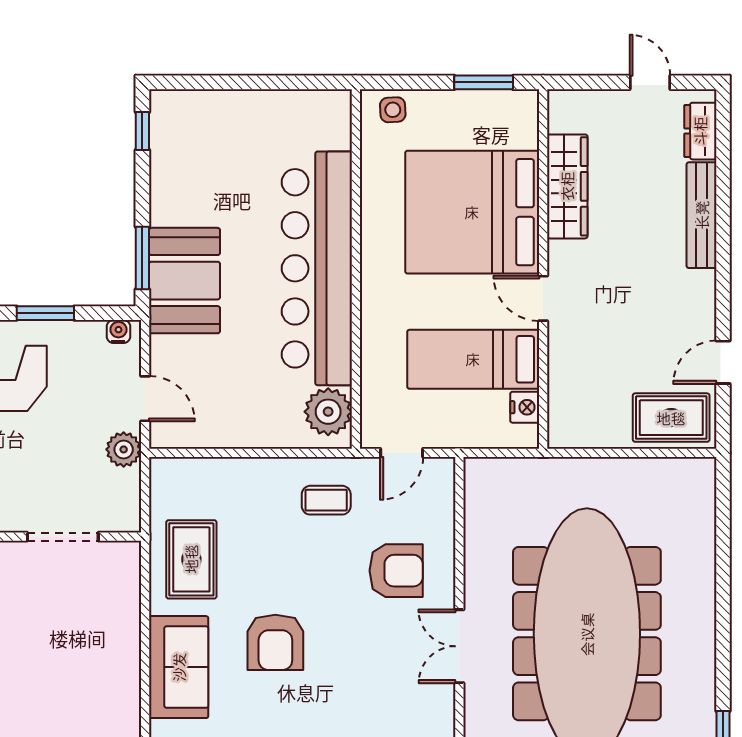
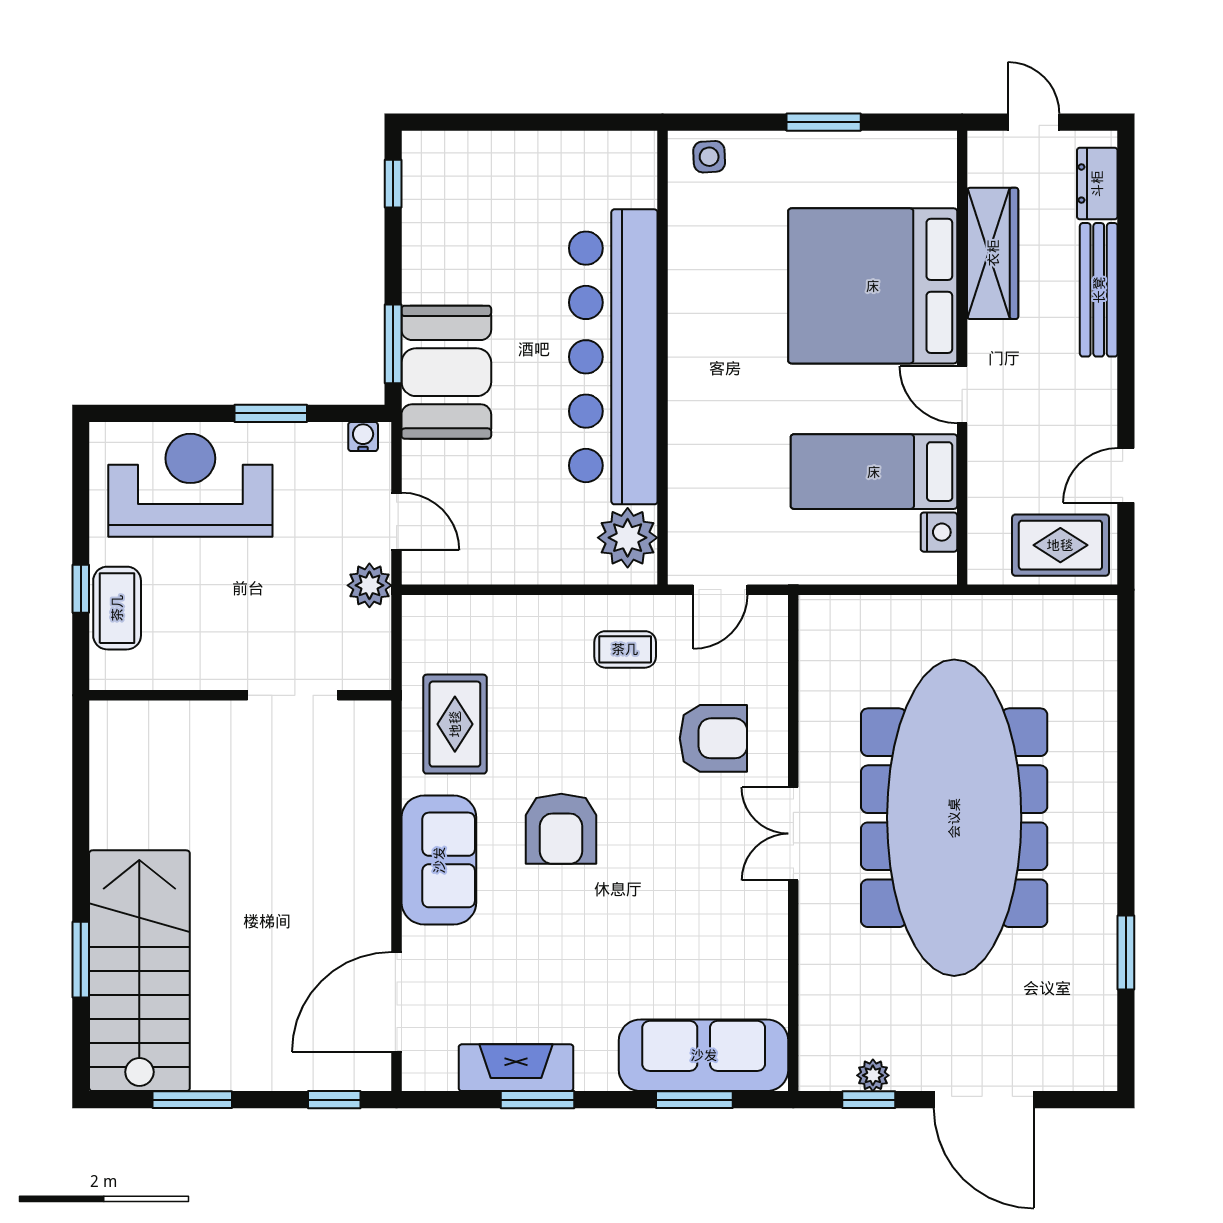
wardrobe: (567, 186) -> (993, 253), moved
bed: (472, 212) -> (873, 286), moved
wall: (543, 269) -> (962, 358), moved
door: (543, 298) -> (962, 395), moved
bed: (473, 359) -> (874, 472), moved
nightstand: (525, 407) -> (939, 532), moved

